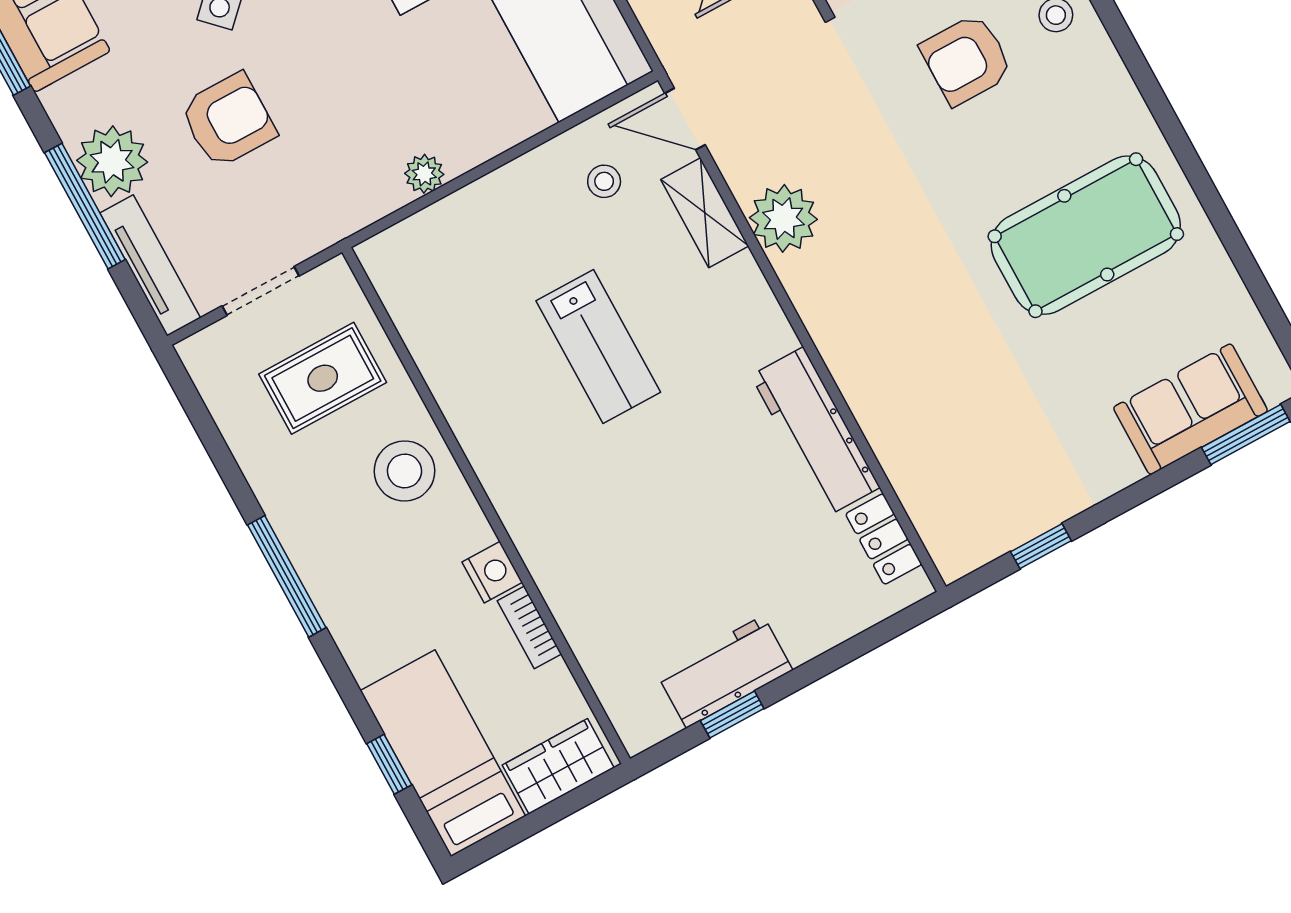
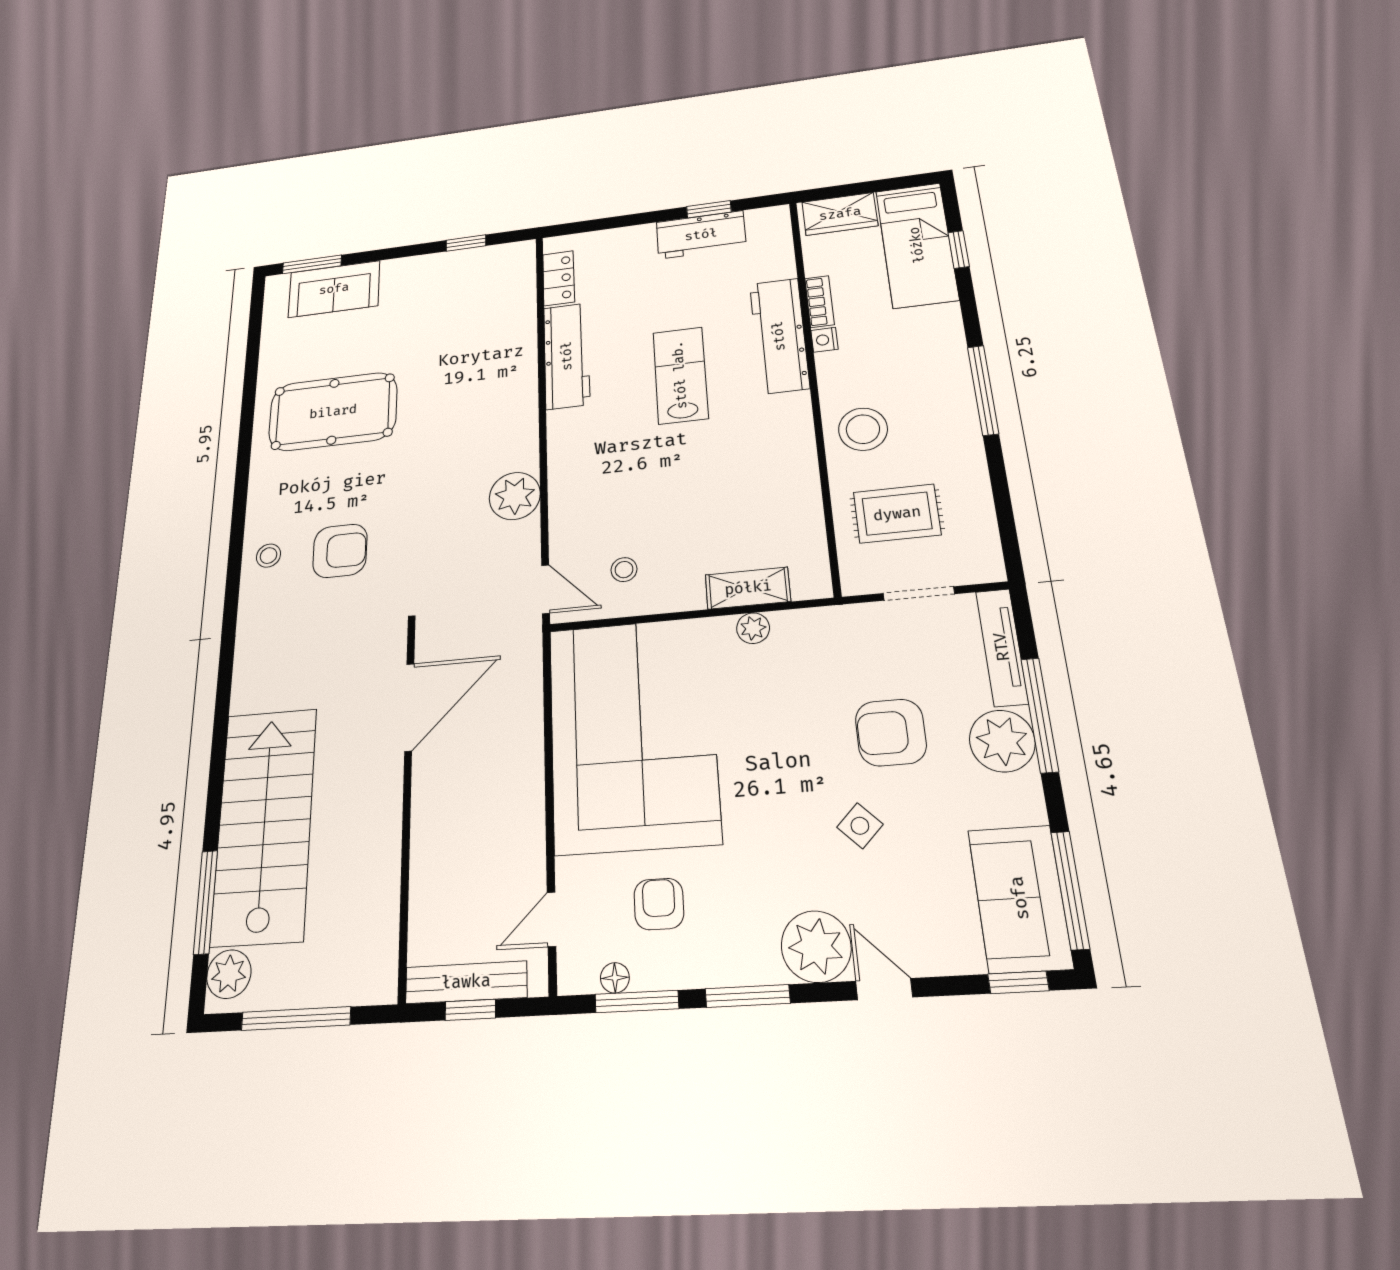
shelving: (705, 213) -> (748, 588), moved, turned 90
lab bench: (598, 346) -> (680, 375), moved
workbench: (558, 561) -> (779, 336), added
nightstand: (492, 572) -> (825, 340), width x0.72, depth x0.74

